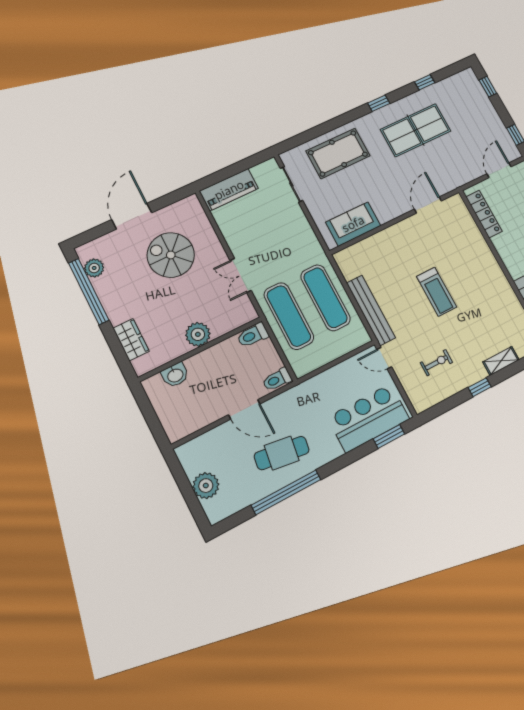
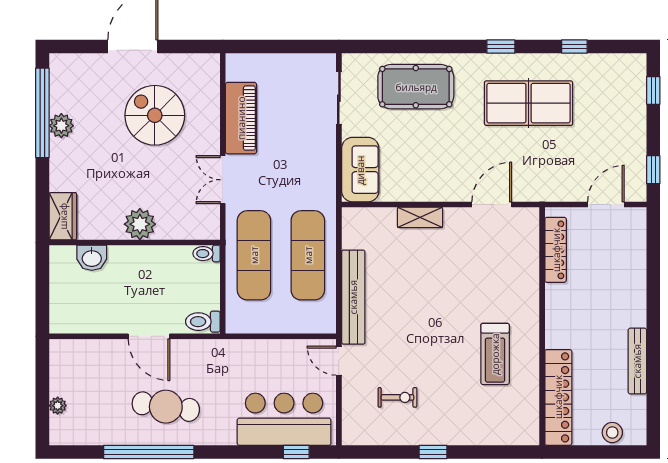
piano: (229, 190) -> (241, 118), moved, turned -90
sofa: (353, 224) -> (360, 170), moved, turned 90
plant: (94, 268) -> (61, 126), moved
treadmill: (437, 292) -> (495, 354), moved
toilet: (253, 335) -> (207, 254), width x0.73, depth x0.72
wardrobe: (131, 340) -> (63, 216), moved
shelving: (501, 361) -> (420, 217), moved
window: (389, 436) -> (296, 452), width x0.67
plant: (206, 486) -> (58, 406), width x0.53, depth x0.53

